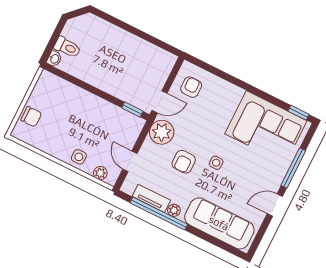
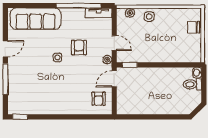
corner sofa: (266, 127) -> (37, 97), removed
plant: (162, 132) -> (107, 60), width x0.53, depth x0.53
door: (130, 161) -> (114, 43), moved
tv unit: (151, 198) -> (99, 13), moved
plant: (174, 210) -> (70, 13), removed

